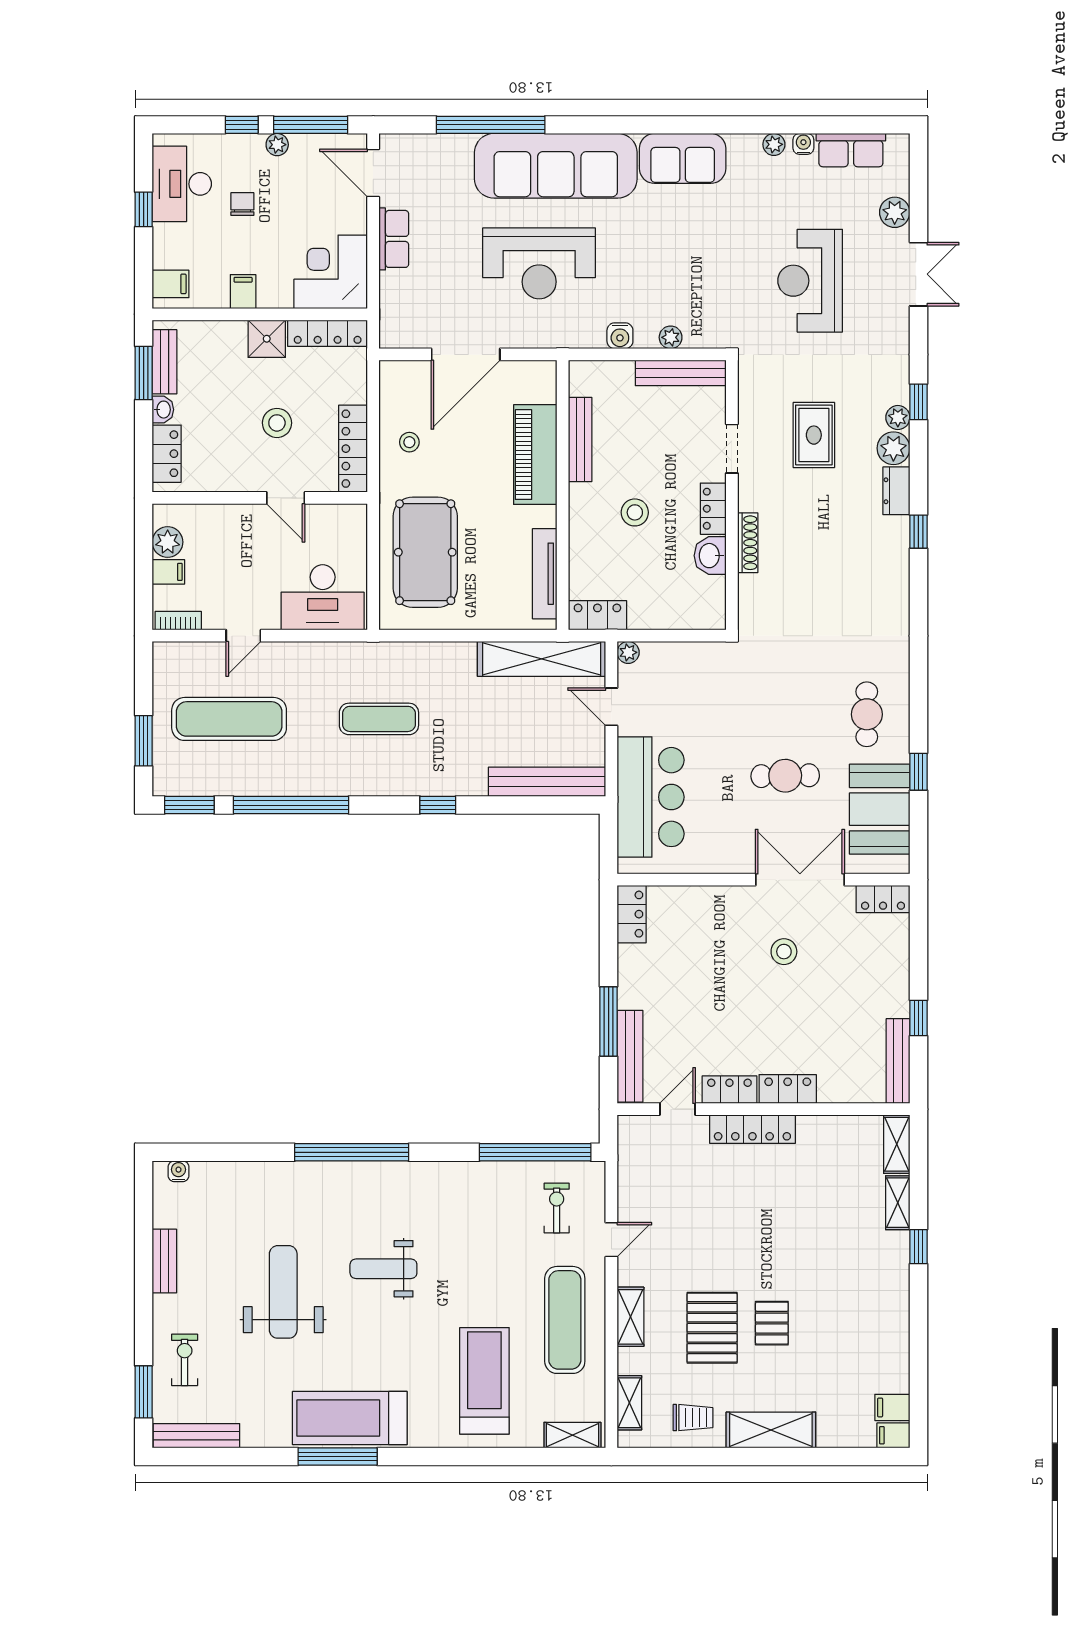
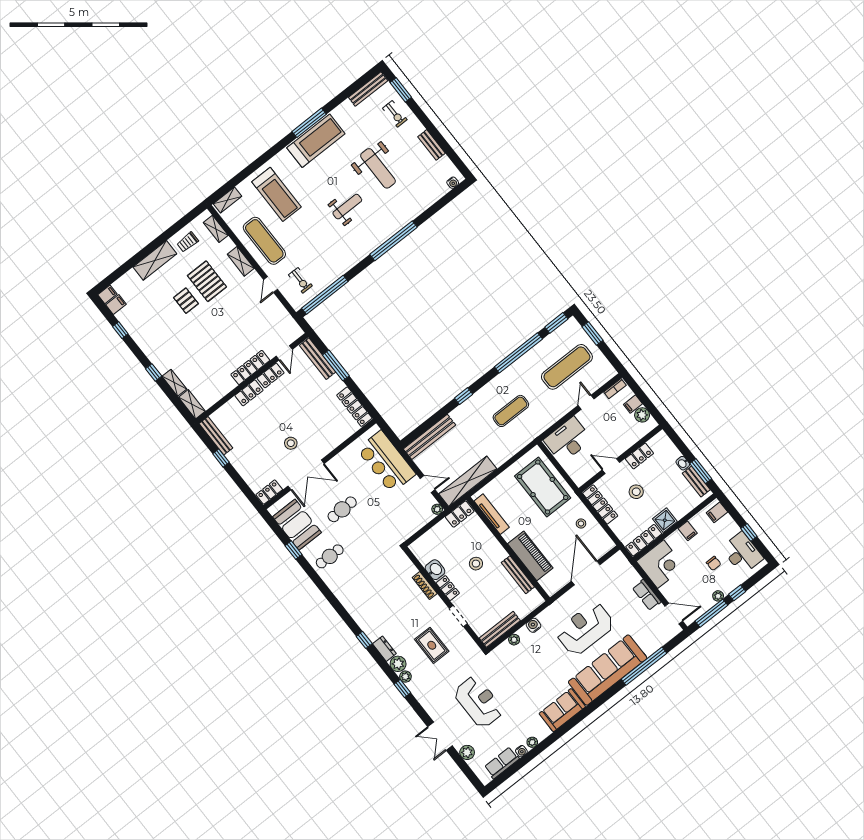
locker: (167, 454) -> (639, 456), moved, turned -90
cafe table: (867, 714) -> (330, 556), turned 90
locker: (632, 914) -> (354, 407), width x1.53
window: (918, 1360) -> (120, 330), added

